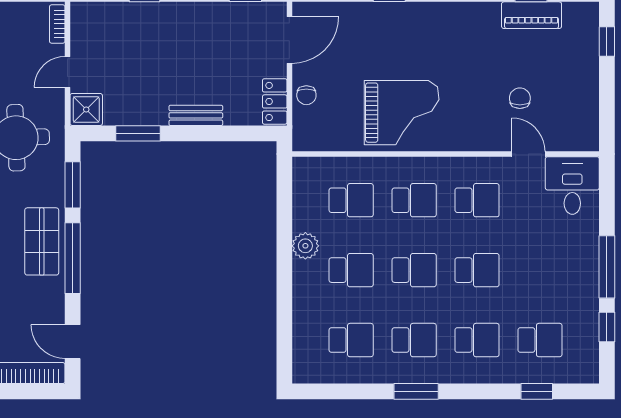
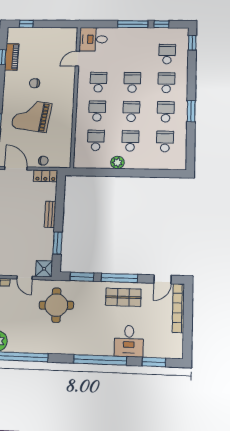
chair: (520, 98) -> (35, 83), moved
grand piano: (402, 113) -> (31, 116), moved, turned -82
shop shelf: (42, 241) -> (123, 297), moved
window: (537, 391) -> (192, 43), moved

